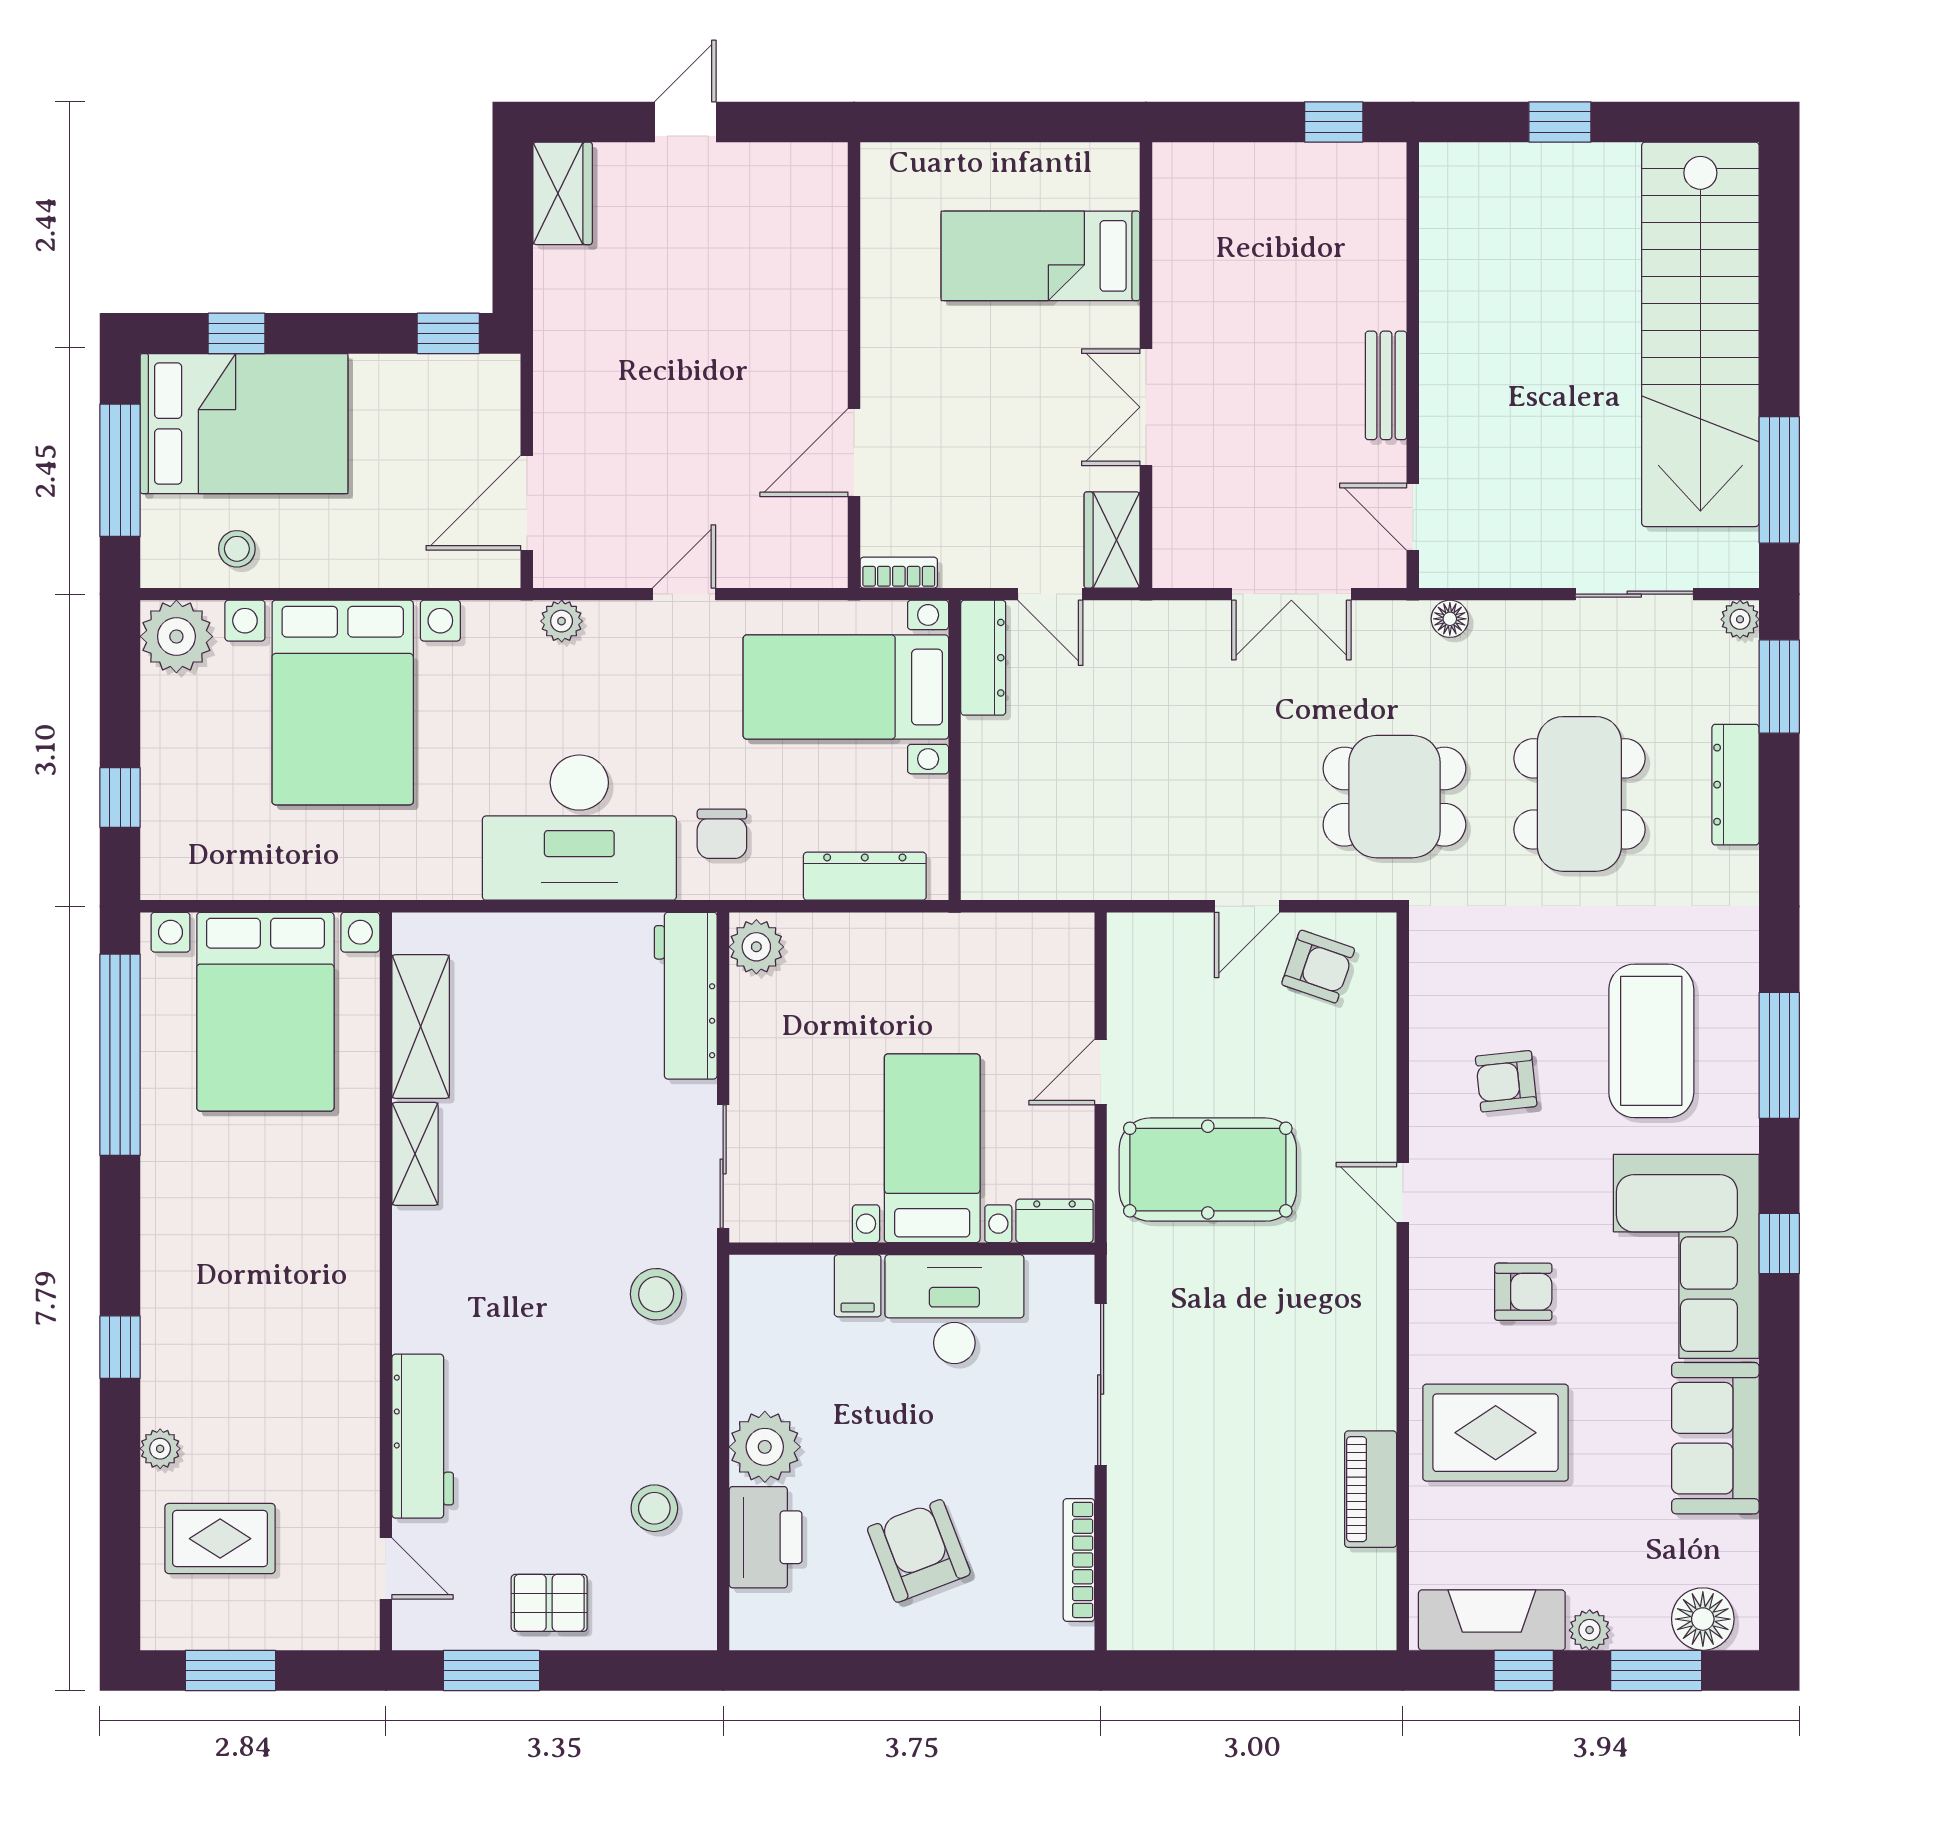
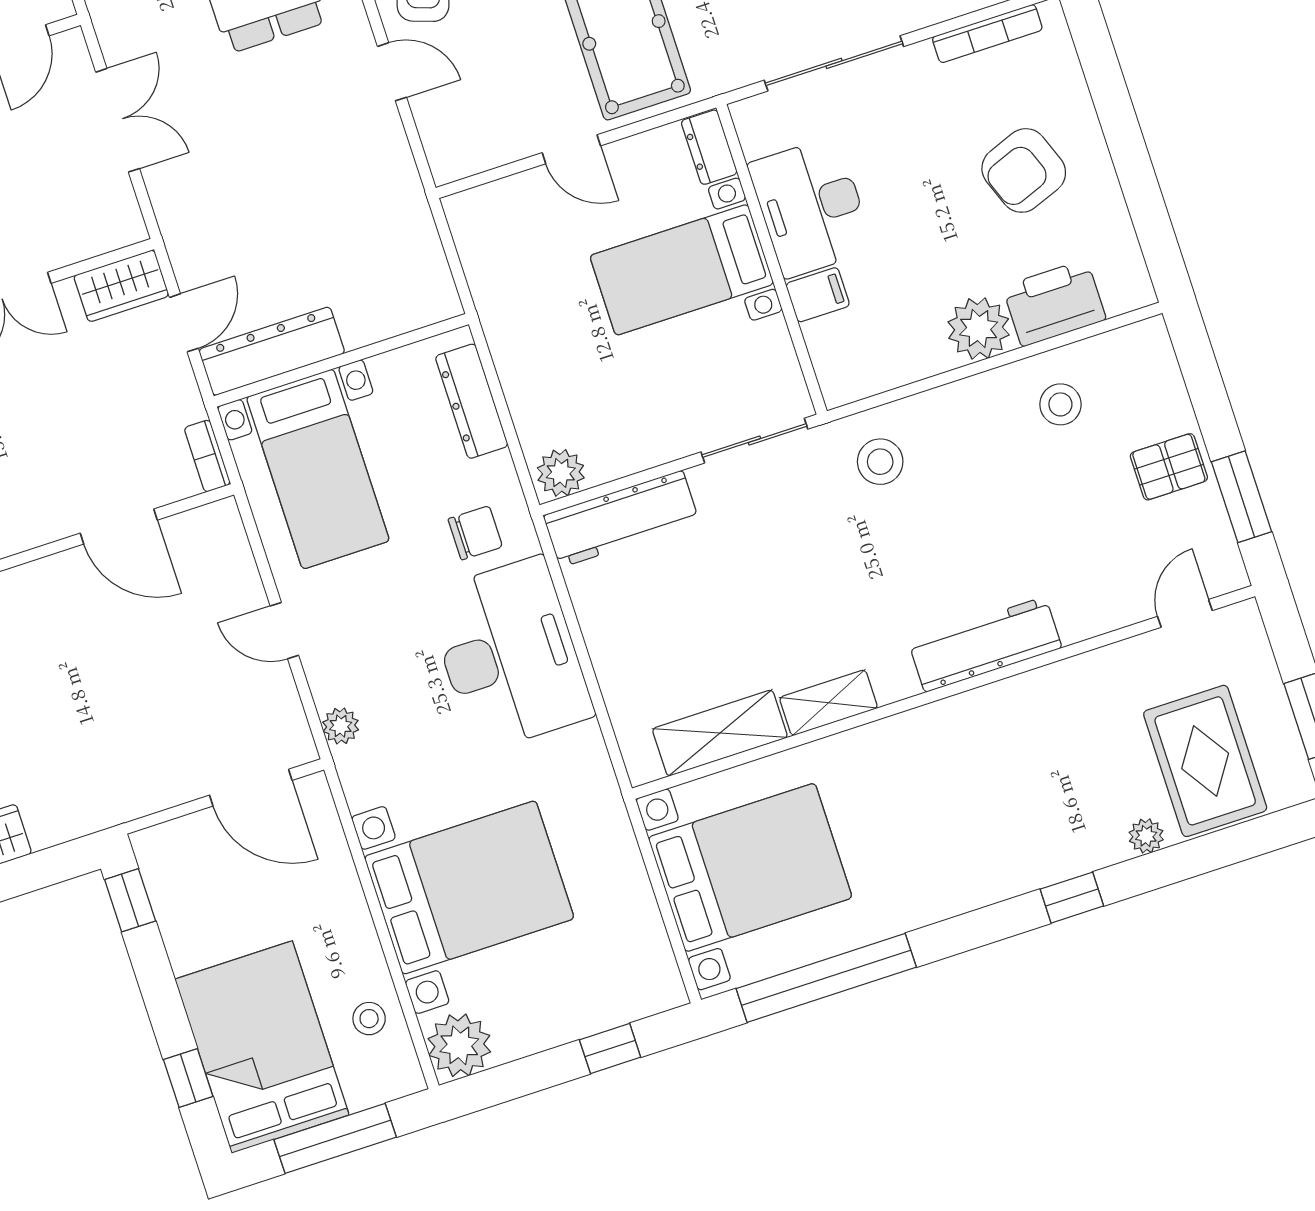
dresser: (983, 658) -> (272, 351), width x1.37, depth x1.24
workbench: (423, 1436) -> (985, 644), moved
rug: (220, 1539) -> (1205, 761), width x1.36, depth x1.43
pallet: (549, 1603) -> (1169, 467), turned 90

